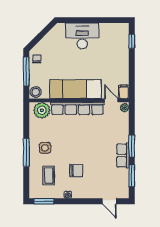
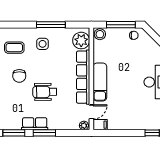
exam couch: (75, 89) -> (100, 82), width x0.73, depth x0.69
wheelchair: (92, 146) -> (45, 92), added
window: (26, 152) -> (51, 25), moved

